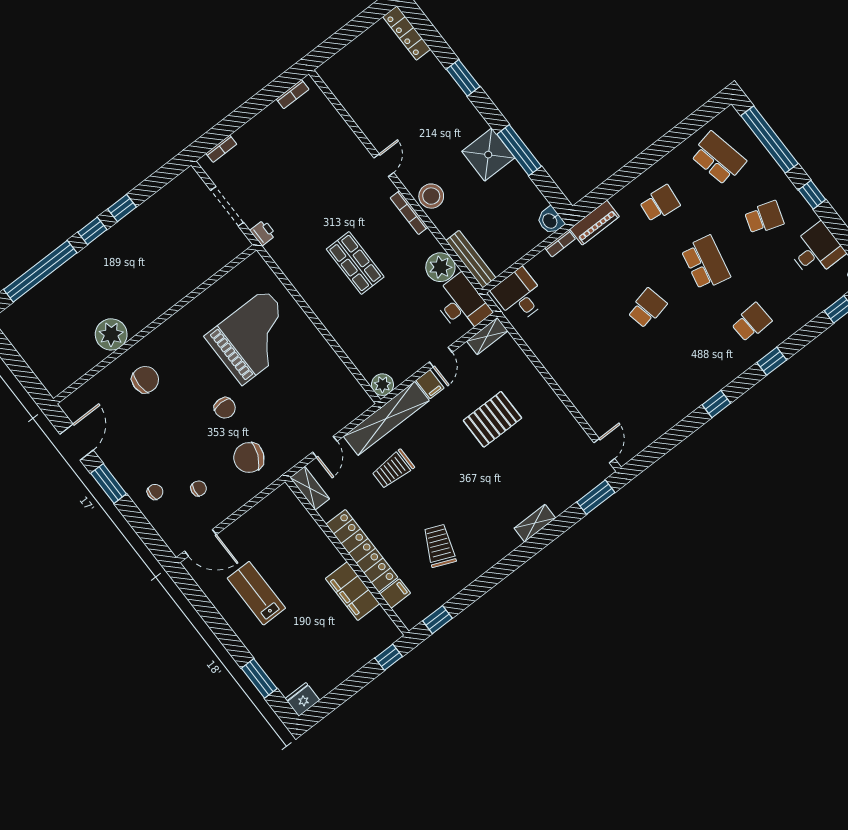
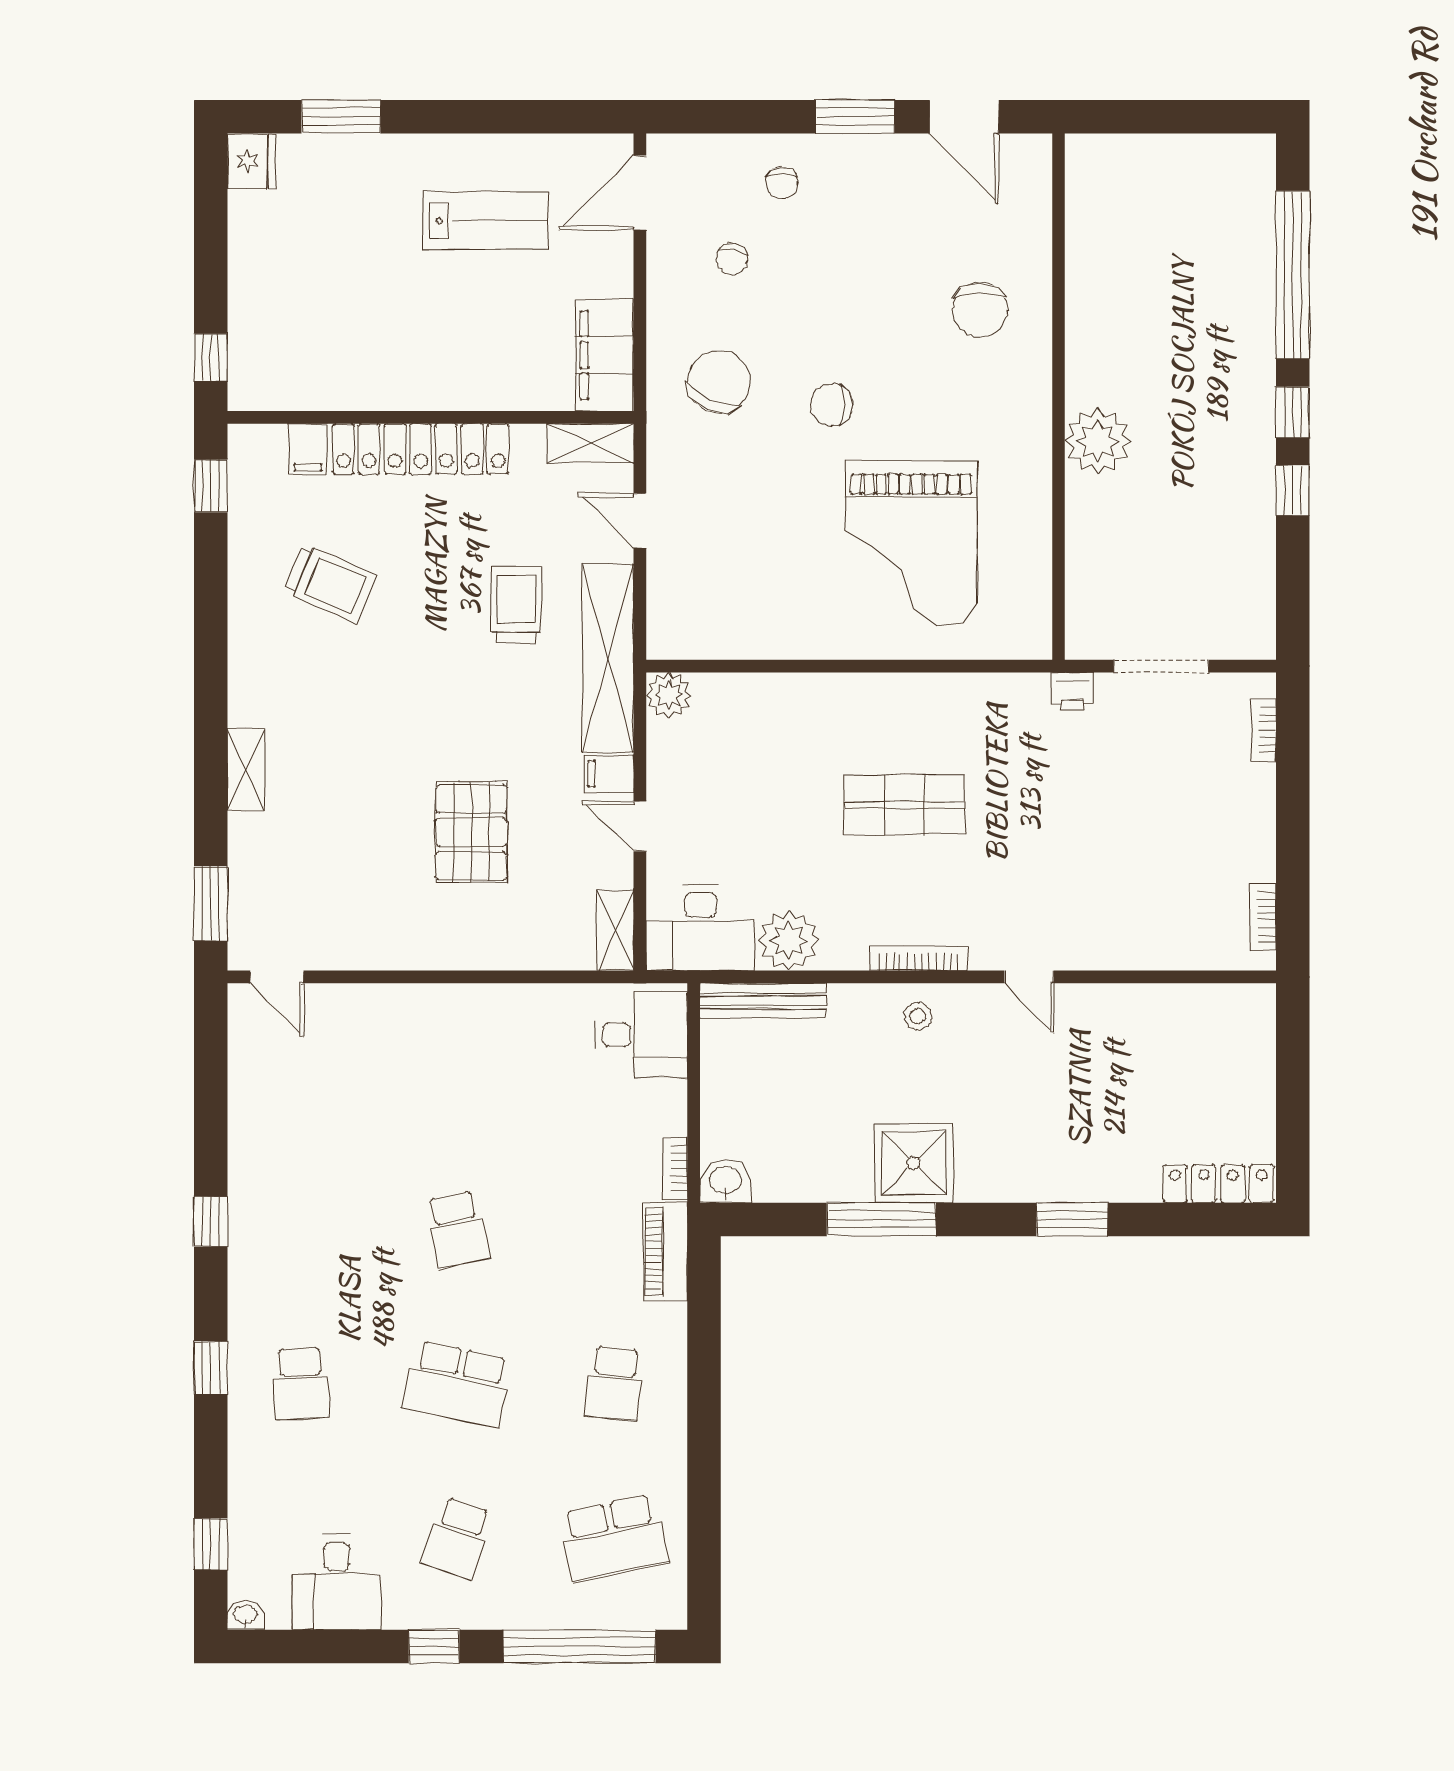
stool: (431, 196) -> (918, 1016), width x0.53, depth x0.53
plant: (111, 334) -> (1098, 441), moved
filing cabinet: (353, 591) -> (605, 355), moved, turned -90

